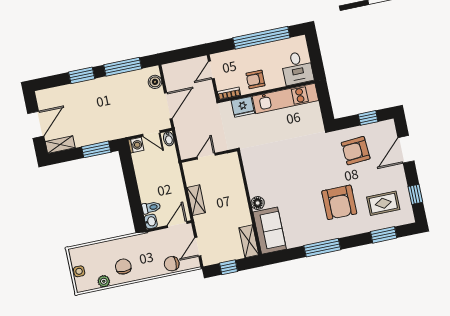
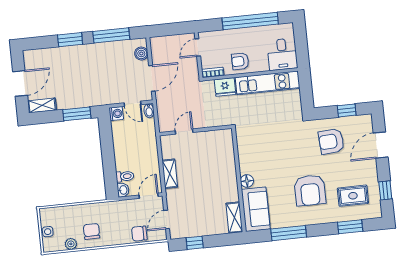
wall: (249, 203) -> (239, 180), moved
floor lamp: (258, 203) -> (247, 181), moved
sofa: (270, 231) -> (256, 209), moved
shelving: (249, 241) -> (234, 218), moved

